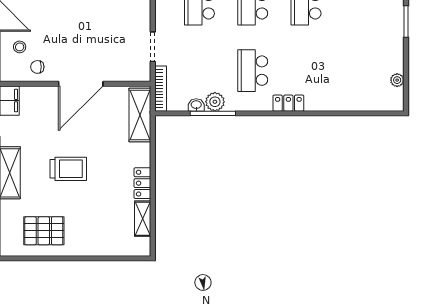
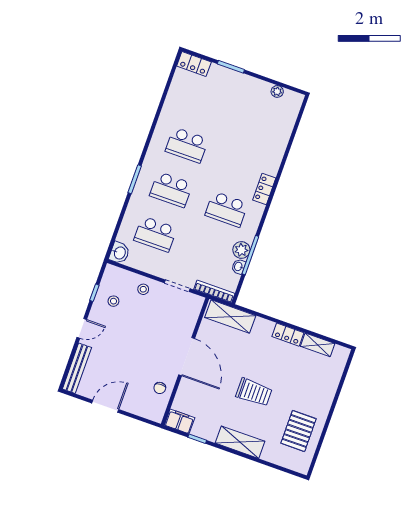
stool: (20, 47) -> (143, 289), moved
trolley: (68, 169) -> (254, 392), turned 90

